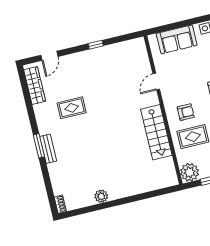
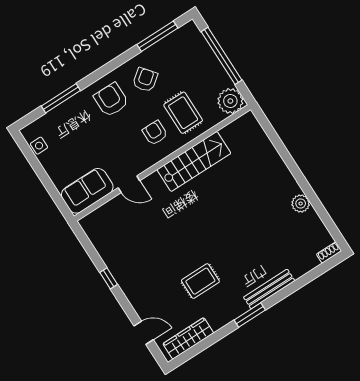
sofa: (177, 39) -> (87, 191), moved, turned -90
rug: (72, 108) -> (200, 281), turned 90
window: (39, 146) -> (250, 315), moved
bench: (48, 149) -> (269, 289), width x1.36

